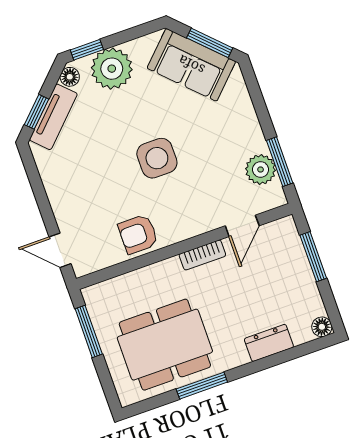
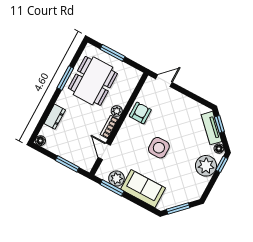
sofa: (191, 65) -> (143, 189), moved, turned 45
plant: (170, 269) -> (117, 111), added
window: (89, 331) -> (113, 53), moved

